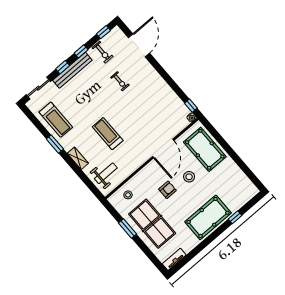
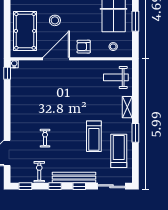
treadmill: (108, 134) -> (94, 136), moved
armchair: (168, 190) -> (84, 47), moved

